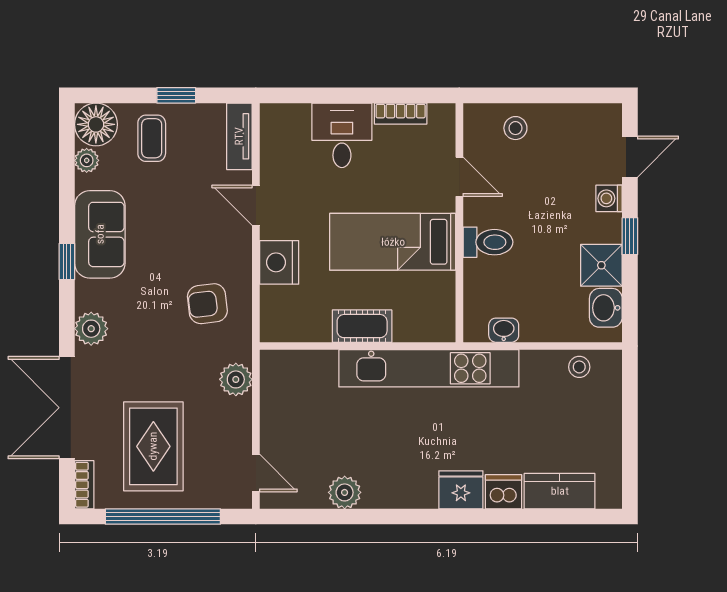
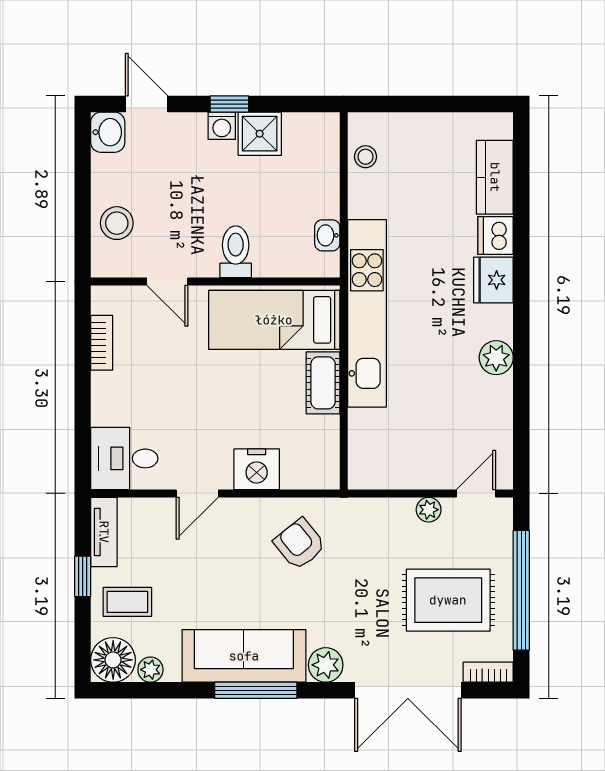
stool: (515, 128) -> (117, 223), width x1.37, depth x1.37
desk: (342, 135) -> (124, 458), moved
tv unit: (239, 136) -> (104, 532), moved, turned -90
door: (459, 177) -> (167, 282), swing flipped
washing machine: (609, 198) -> (222, 126), moved
sofa: (100, 234) -> (244, 656), width x1.36
bed: (393, 242) -> (274, 320), moved, turned 90
window: (67, 262) -> (256, 690), width x2.17
armchair: (207, 304) -> (300, 544), turned 148
washbasin: (606, 308) -> (108, 132), moved, turned -90
plant: (236, 379) -> (429, 510), moved, width x0.73, depth x0.73
plant: (345, 492) -> (496, 358), moved

